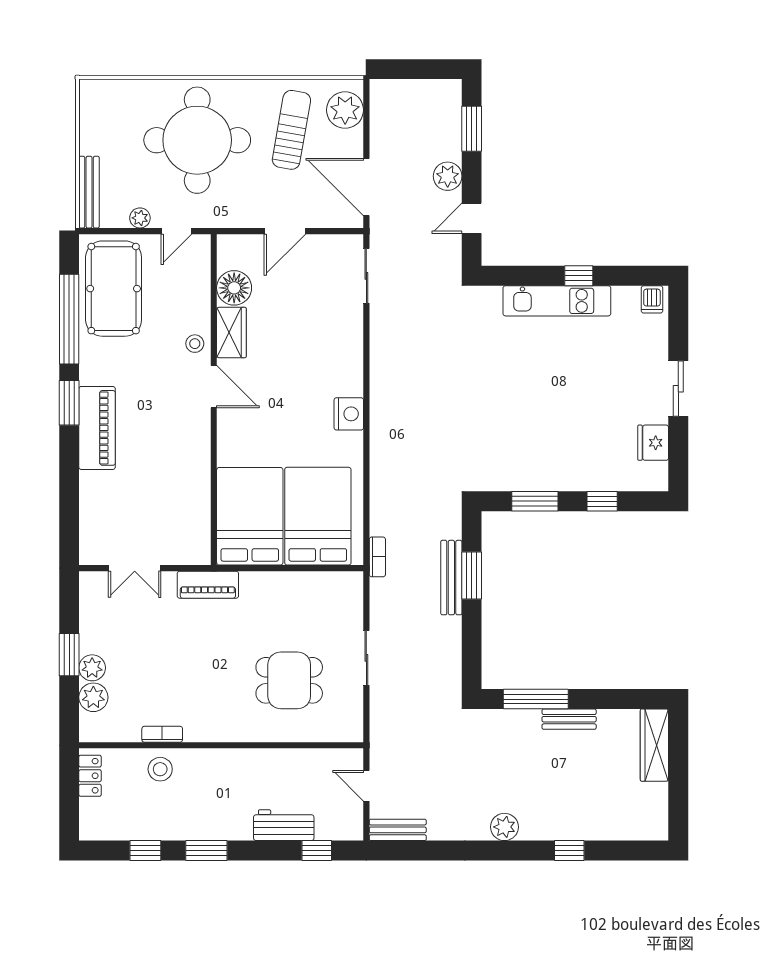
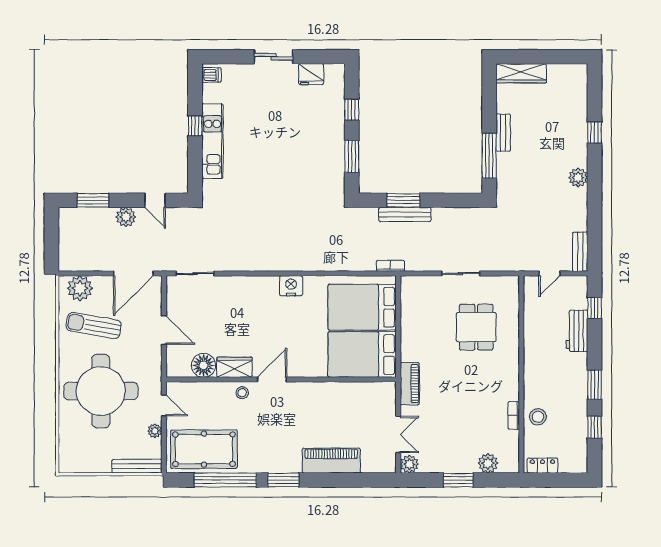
piano: (97, 428) -> (331, 461), moved
plant: (92, 668) -> (409, 464), moved

